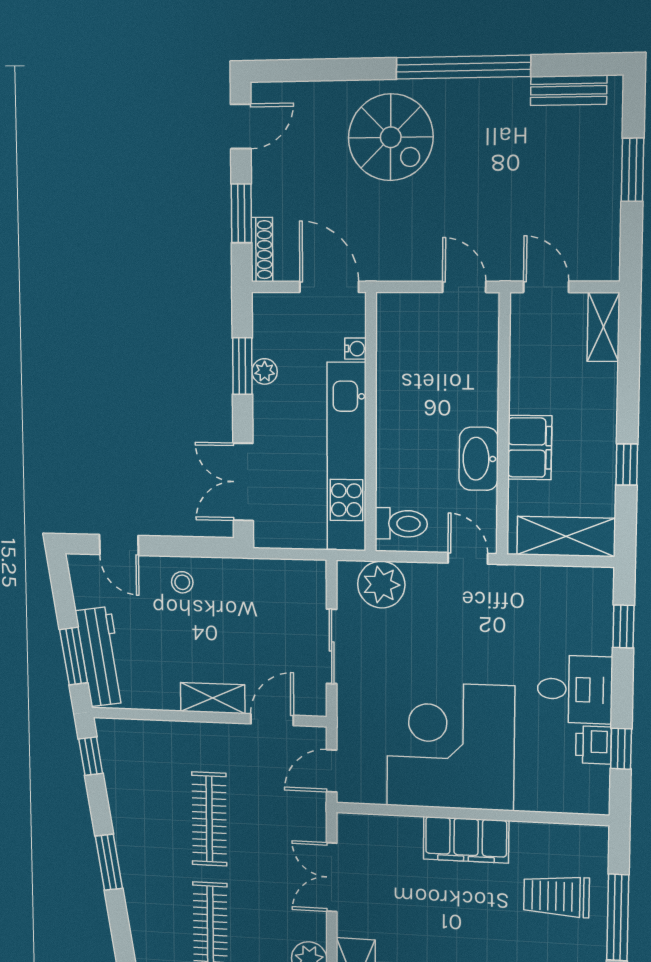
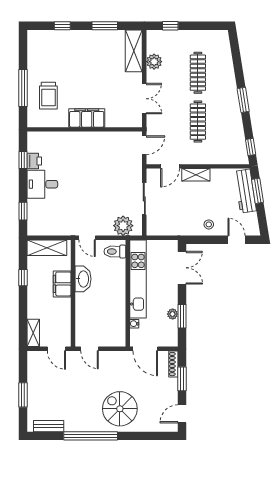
corner desk: (450, 746) -> (94, 158), removed
trolley: (556, 896) -> (48, 96), turned 90

